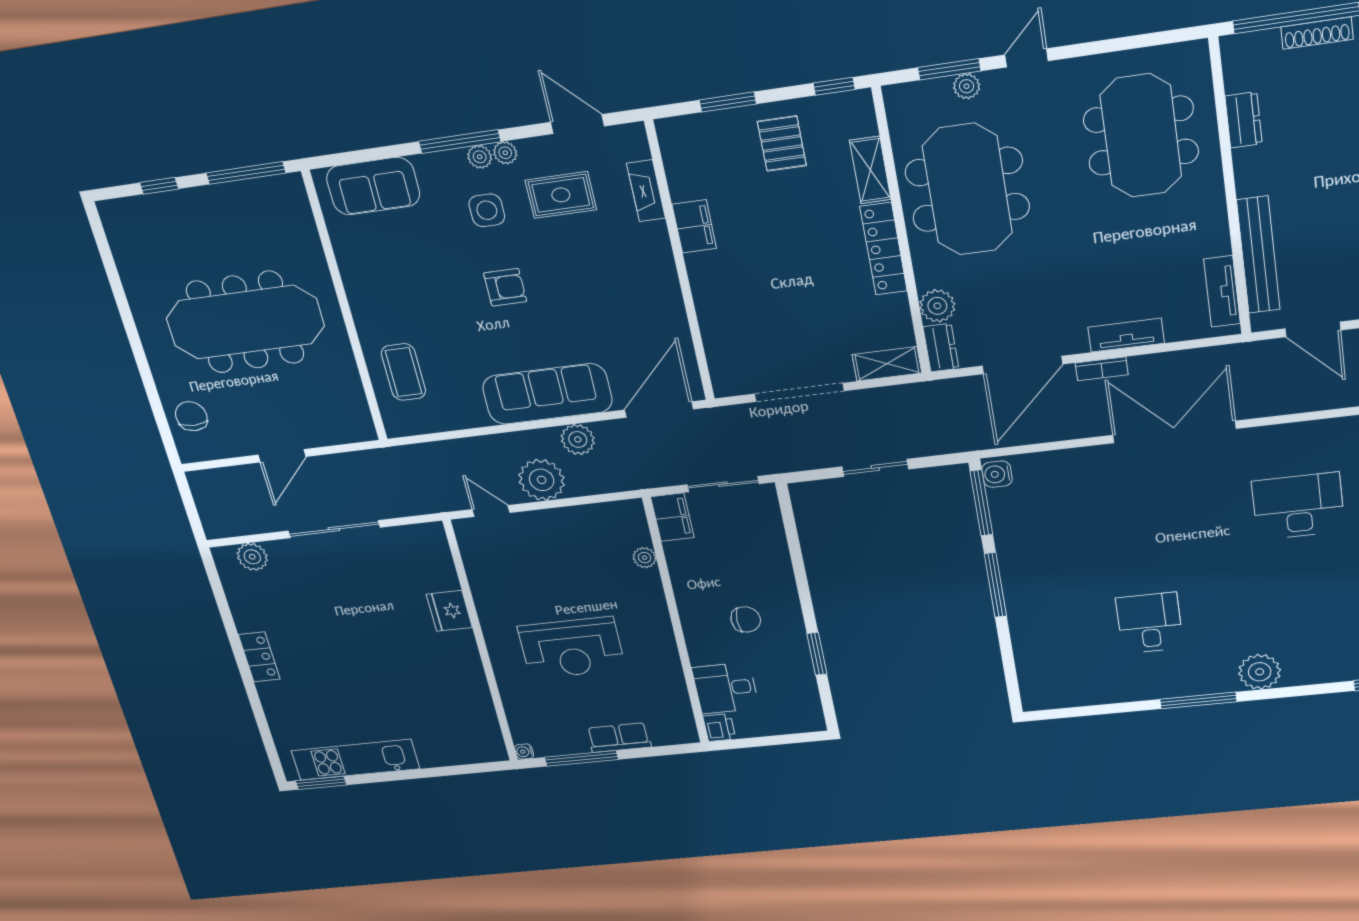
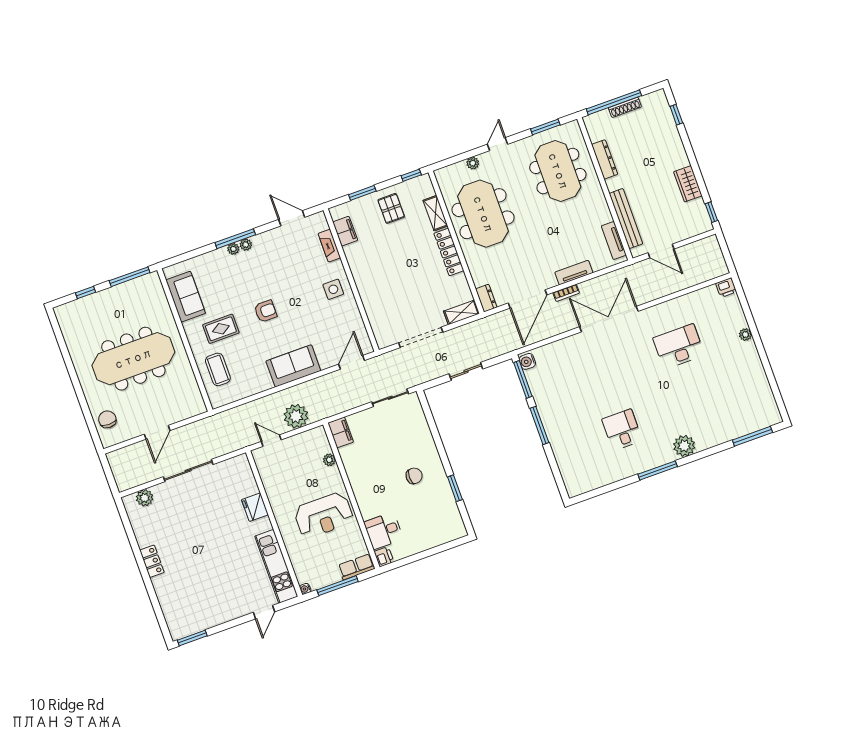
window: (949, 69) -> (545, 127), moved
dresser: (1244, 120) -> (605, 159), width x1.44
plant: (505, 153) -> (233, 249), moved
sofa: (373, 186) -> (186, 297), moved, turned -90
rug: (561, 195) -> (221, 329), moved
side table: (487, 210) -> (333, 289), moved
filing cabinet: (694, 226) -> (345, 231), moved
plant: (937, 306) -> (480, 276), removed
sofa: (547, 394) -> (293, 366), width x0.73
door: (659, 410) -> (352, 362), width x0.73
plant: (578, 439) -> (312, 388), removed
filing cabinet: (672, 517) -> (341, 432), moved
plant: (645, 558) -> (329, 460), moved
wall: (676, 623) -> (351, 496), moved
desk: (726, 688) -> (384, 531), moved
printer: (719, 728) -> (384, 557), moved
kitchen unit: (355, 760) -> (276, 566), moved, turned -90
door: (448, 771) -> (264, 612), added

